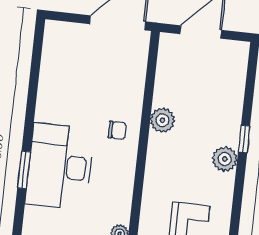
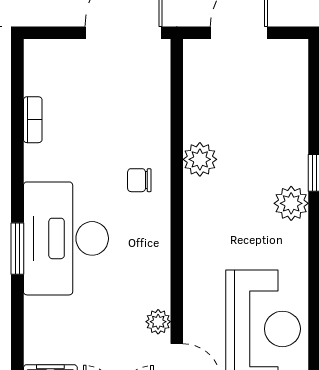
bookcase: (45, 78) -> (33, 120), added
chair: (117, 130) -> (139, 180), turned 180

